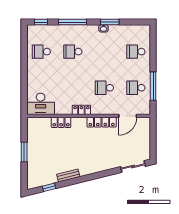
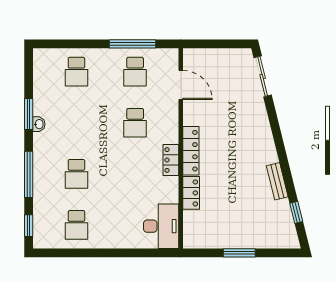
locker: (102, 122) -> (191, 151), moved

